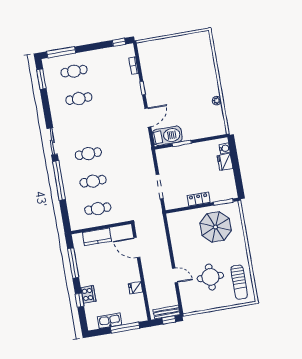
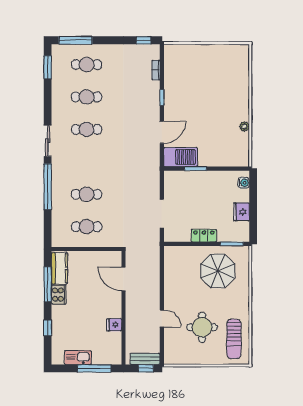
cafe table: (88, 154) -> (87, 129), moved
fridge: (225, 162) -> (241, 212), moved
kitchen counter: (97, 237) -> (59, 268), moved, turned -90
cooker: (88, 294) -> (59, 295), moved

